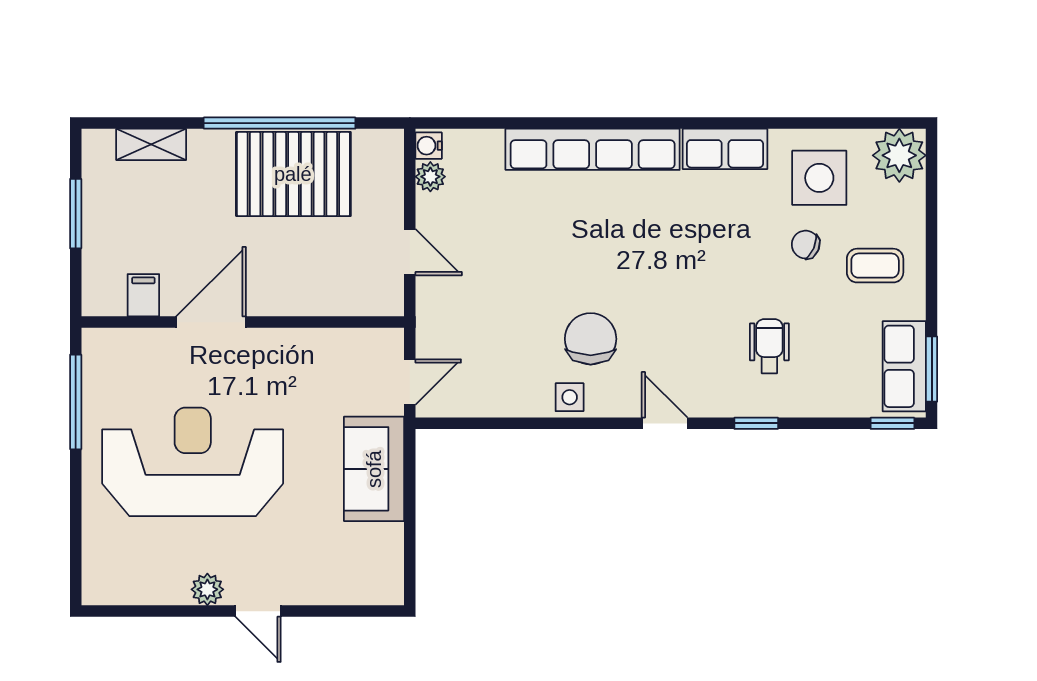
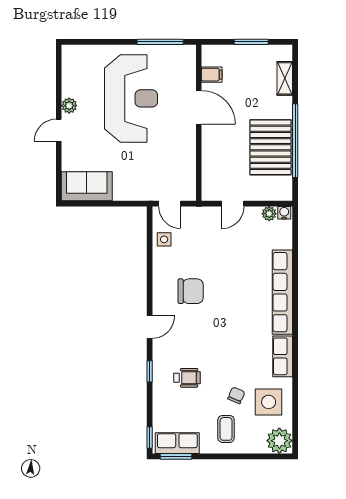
side table: (570, 397) -> (164, 239), moved
sofa: (374, 469) -> (87, 186), moved

